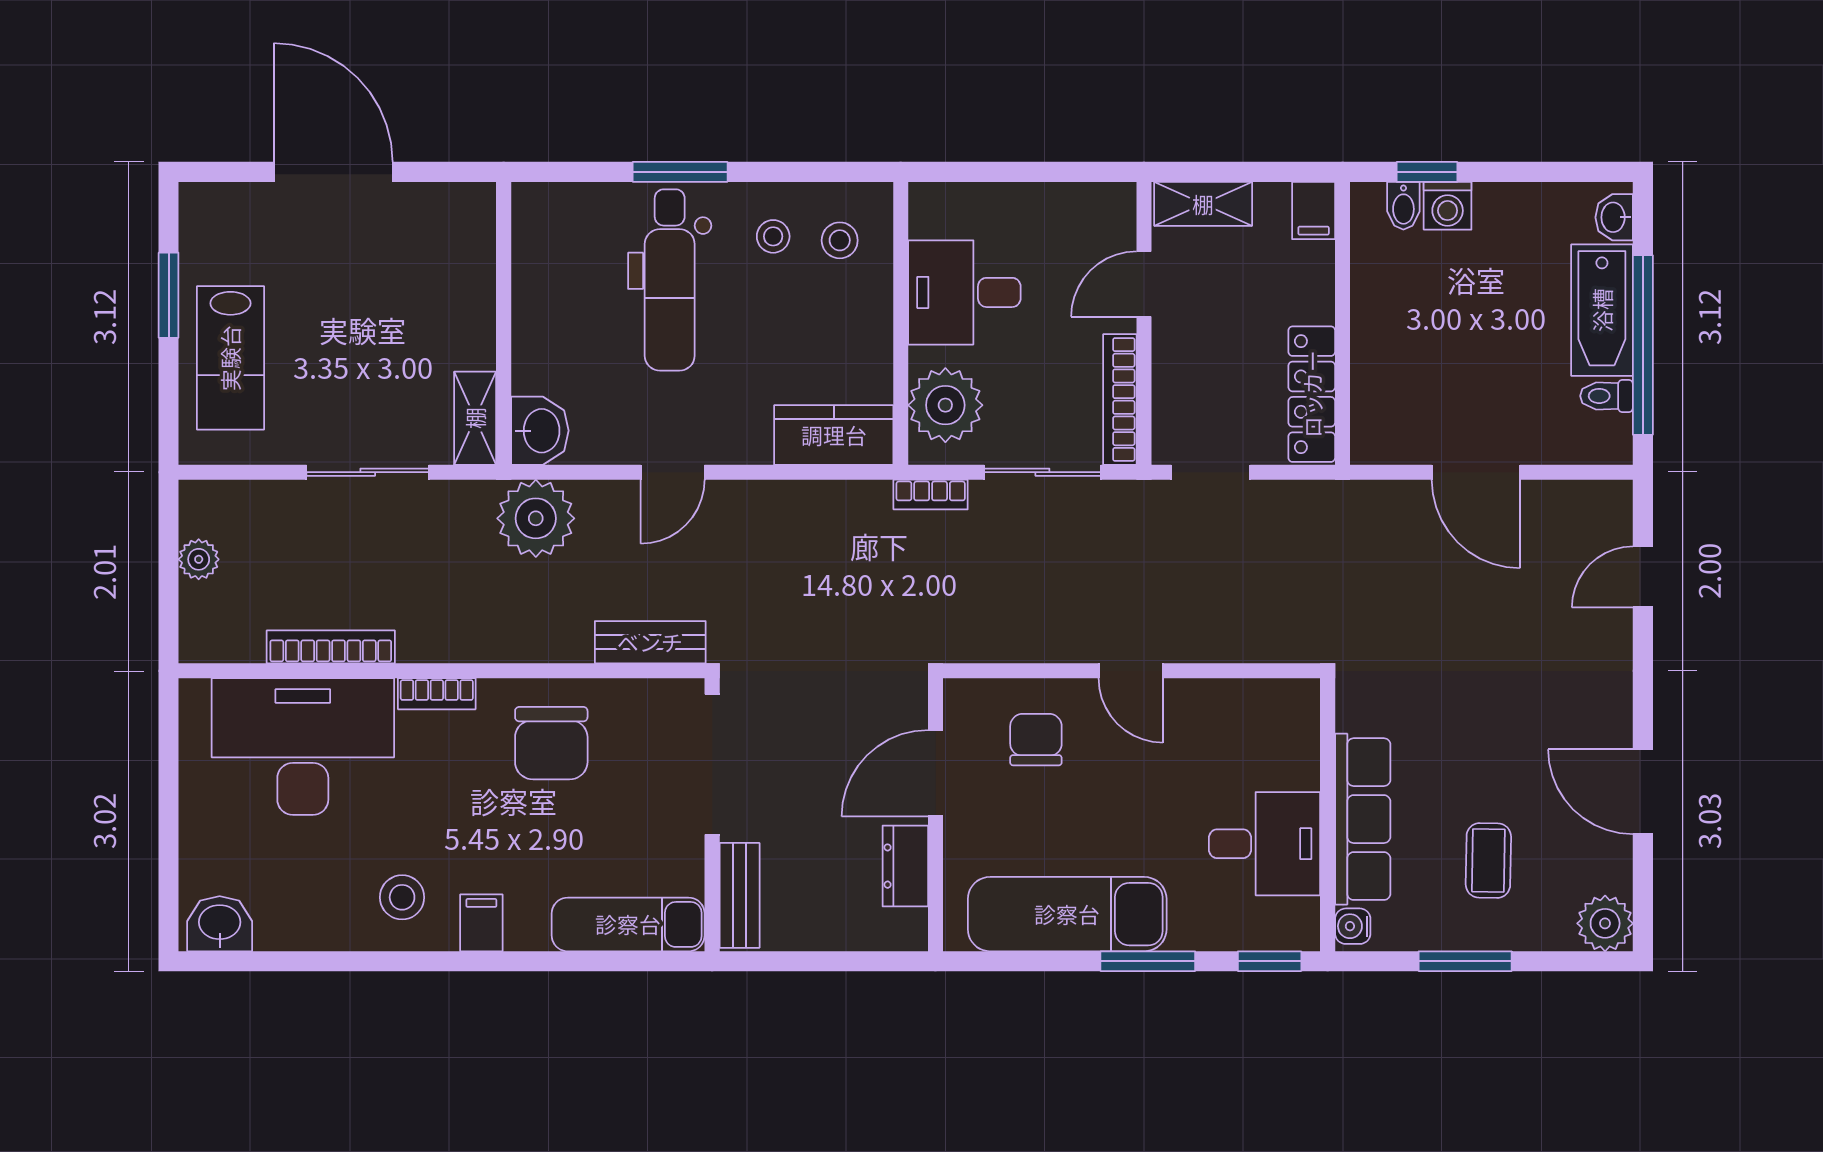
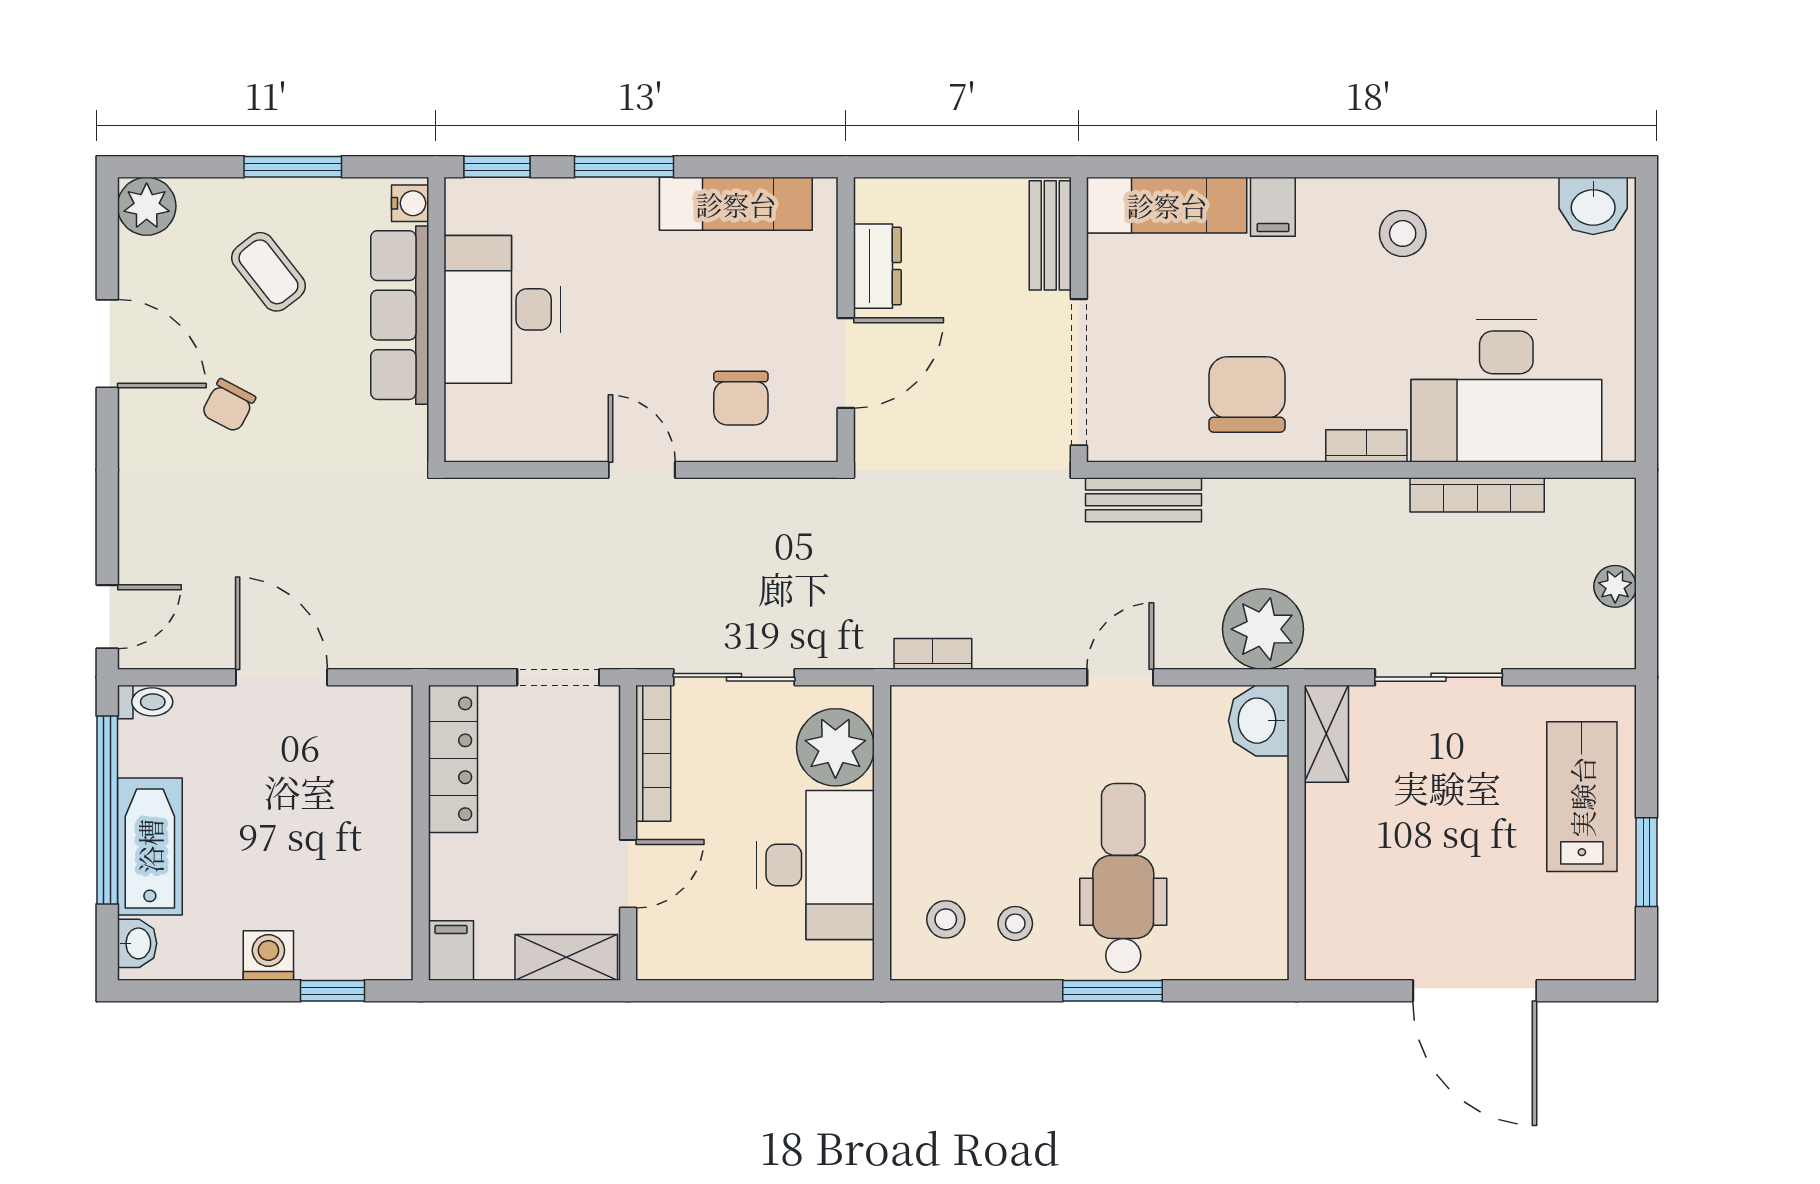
bidet: (1403, 206) -> (357, 956), removed
washing machine: (1448, 206) -> (268, 955), moved
desk: (964, 292) -> (816, 865), width x1.37
toilet: (1607, 396) -> (145, 702), moved
kitchen counter: (834, 435) -> (952, 716), removed
bookcase: (931, 495) -> (933, 654), moved
door: (1643, 577) -> (107, 617), moved
chair: (1527, 733) -> (229, 405), added
desk: (1265, 844) -> (502, 309), width x1.37
coffee table: (1488, 861) -> (268, 272), turned -39
exam couch: (1067, 914) -> (736, 204), width x0.73, depth x0.69
filing cabinet: (481, 923) -> (1273, 207), moved

